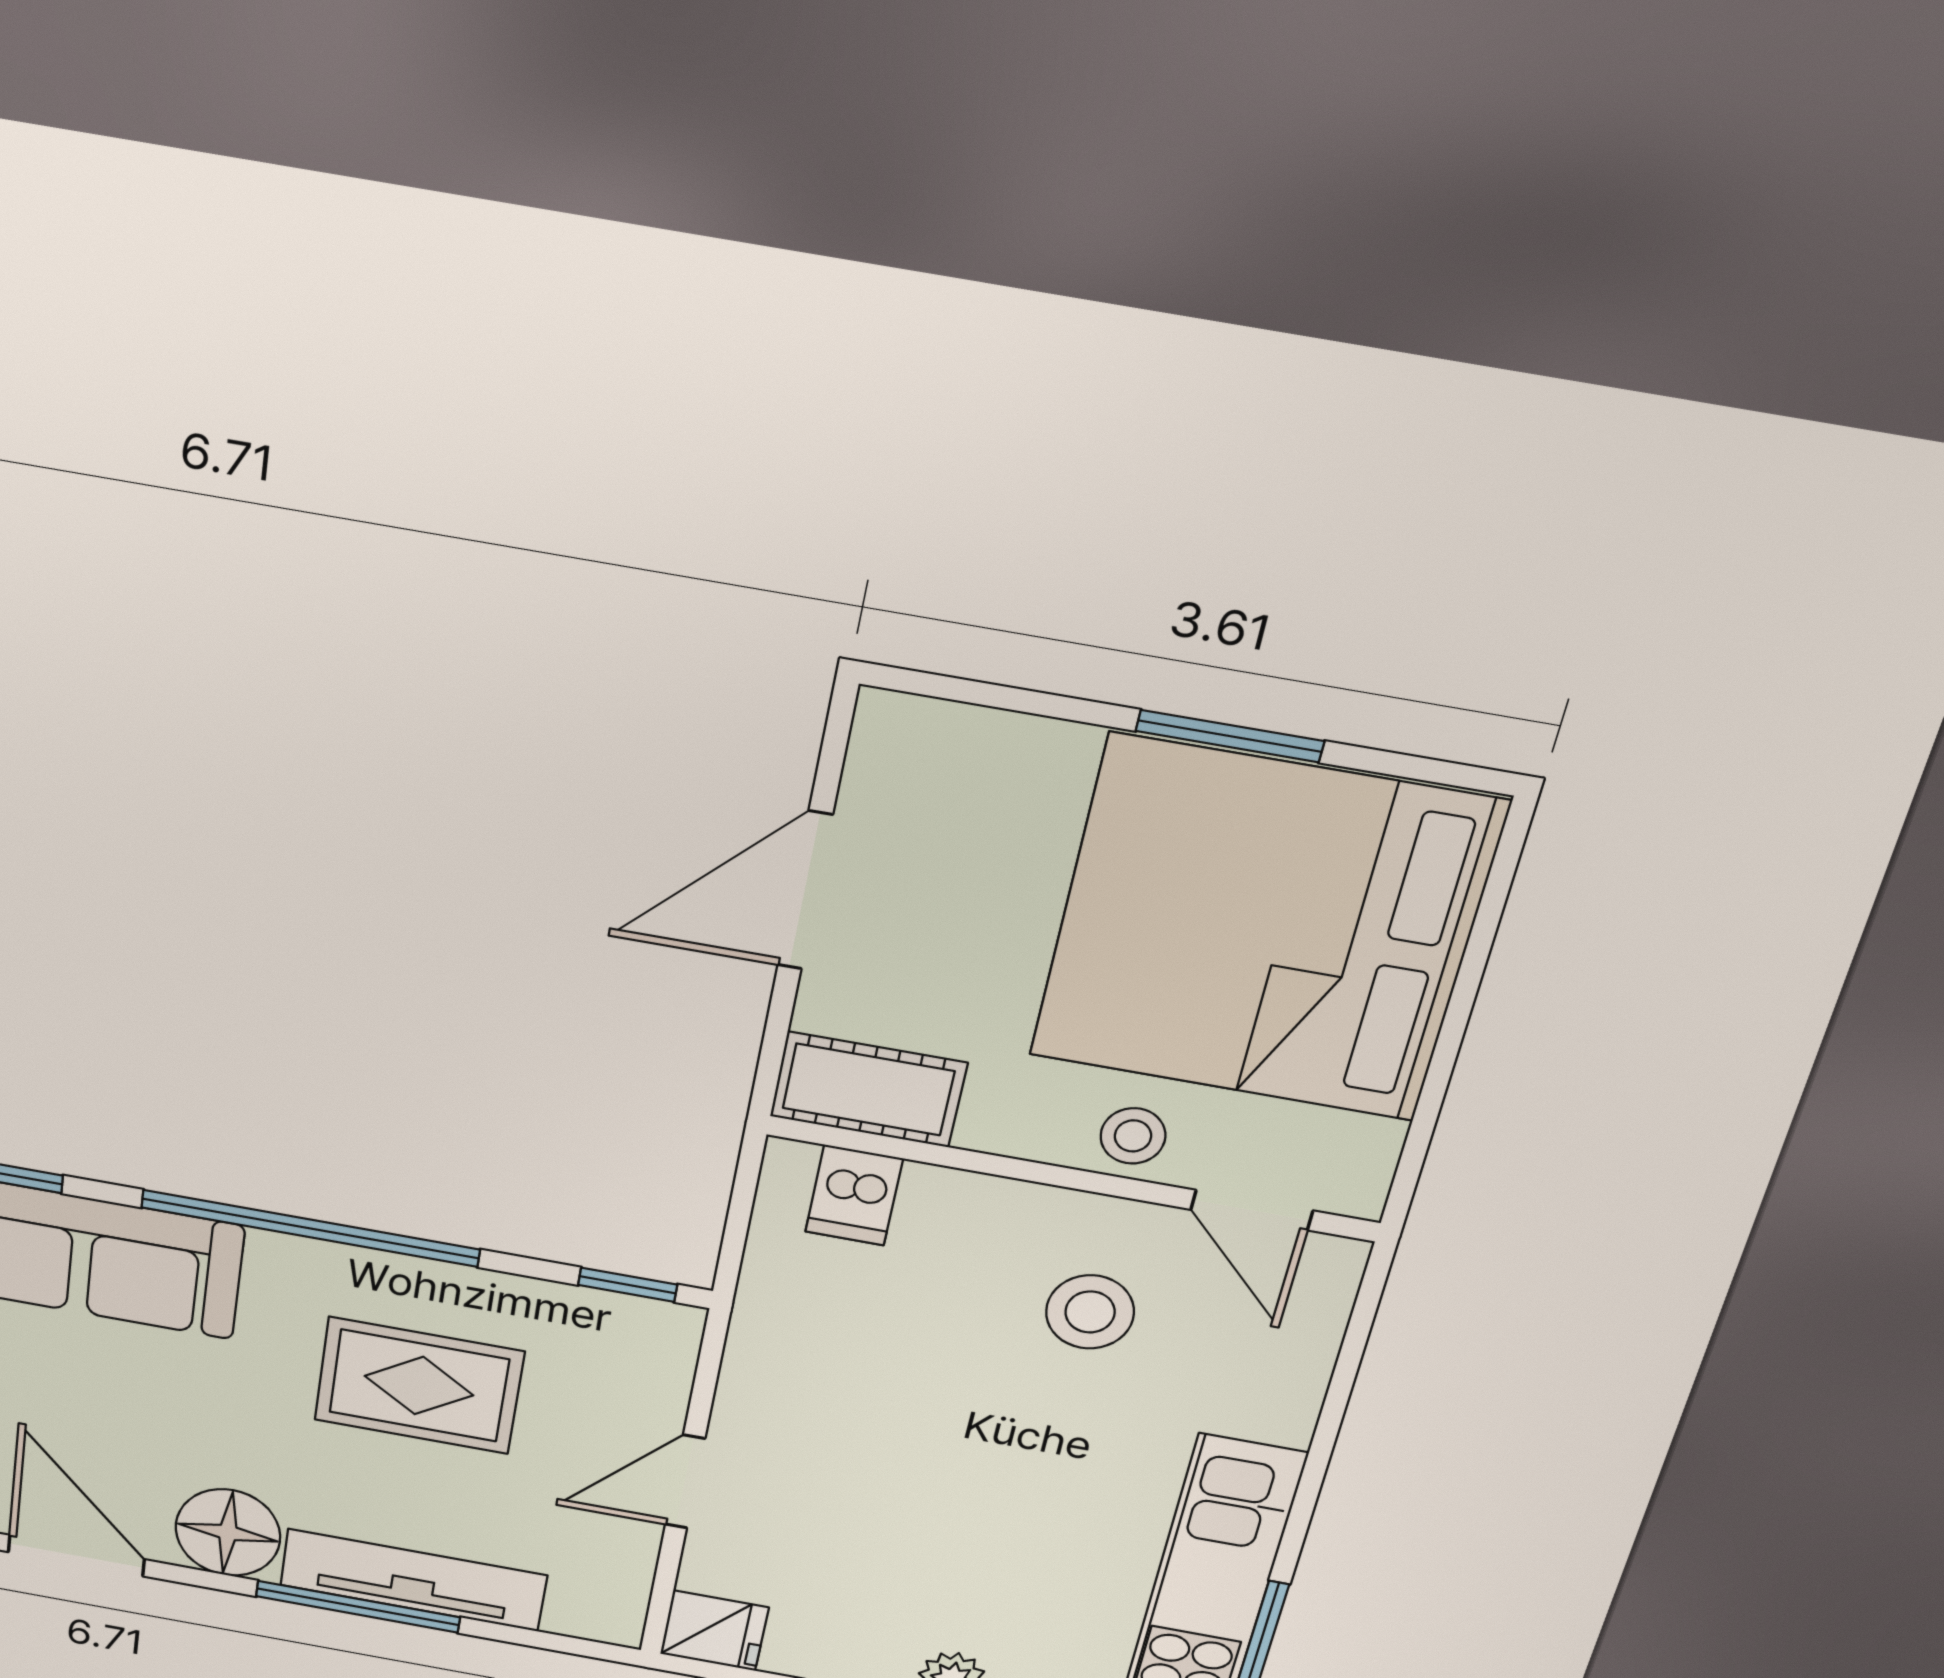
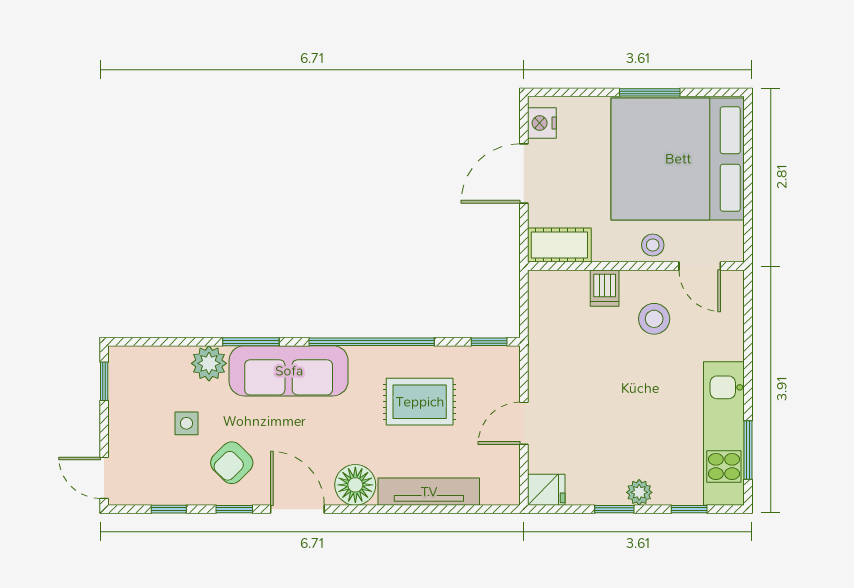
nightstand: (886, 765) -> (542, 123), added
dishwasher: (854, 1195) -> (605, 288), moved
window: (358, 1607) -> (409, 509), removed

